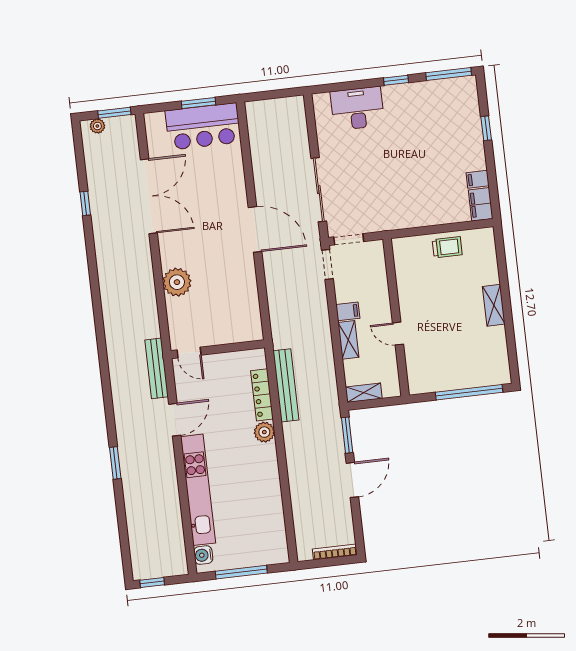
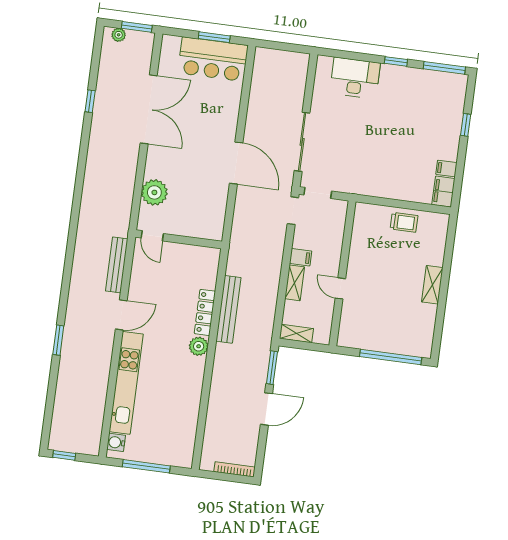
wall: (218, 349) -> (179, 239), moved
door: (189, 353) -> (152, 236), moved

